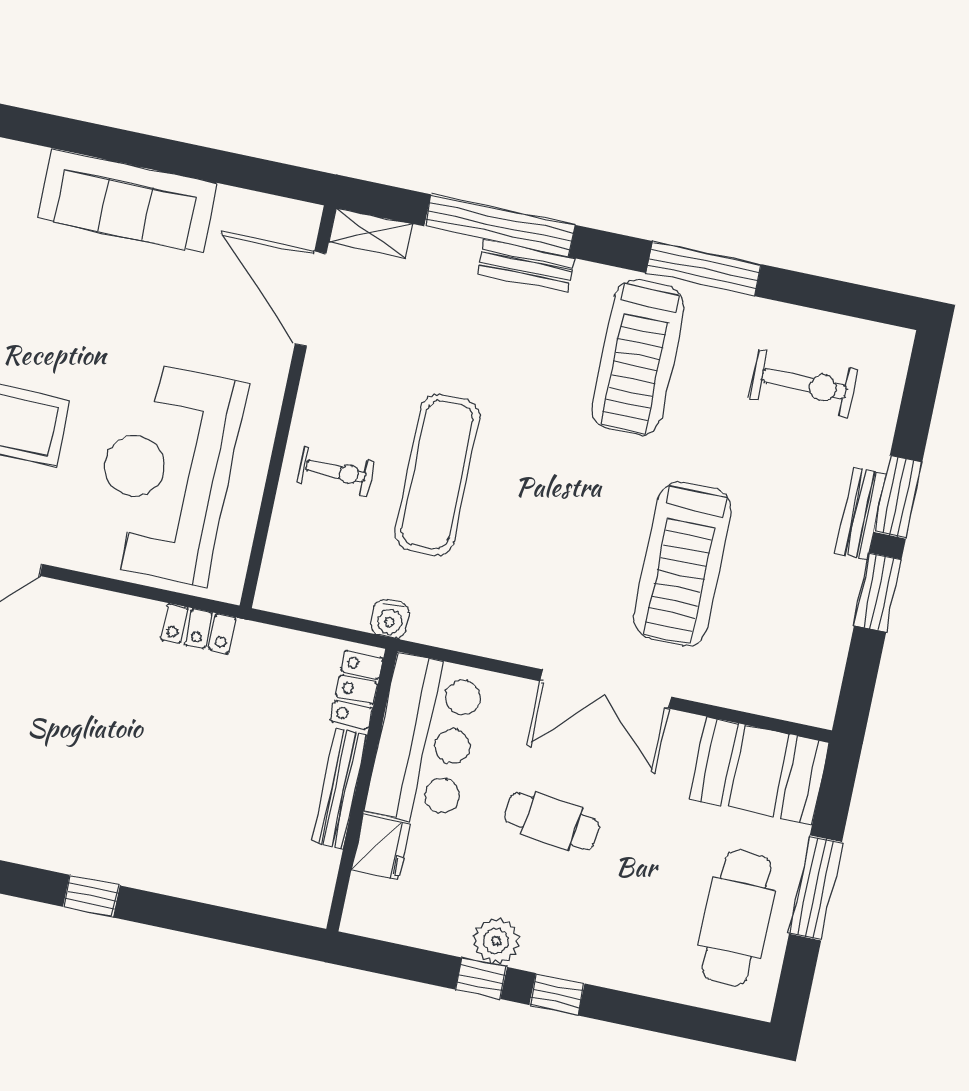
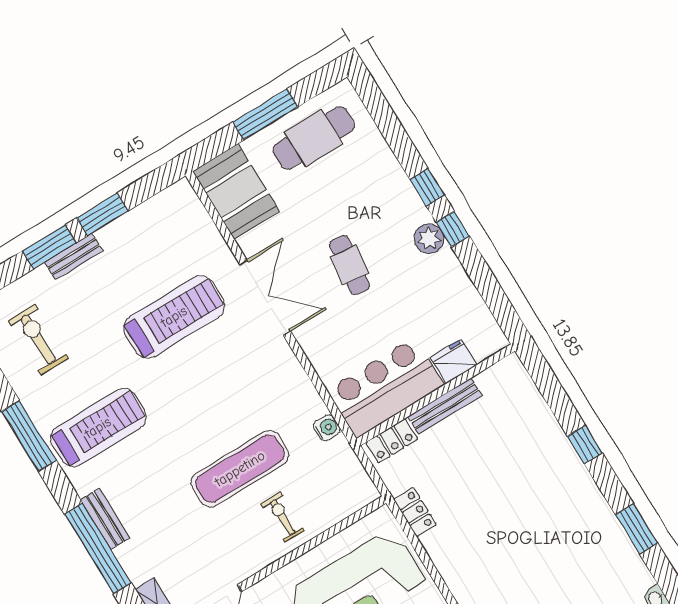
locker: (357, 690) -> (392, 441), moved
bar counter: (425, 741) -> (386, 387), moved
bench: (339, 788) -> (445, 406), moved
wall: (362, 790) -> (436, 395), moved
fridge: (381, 847) -> (454, 361), moved

